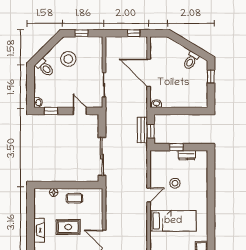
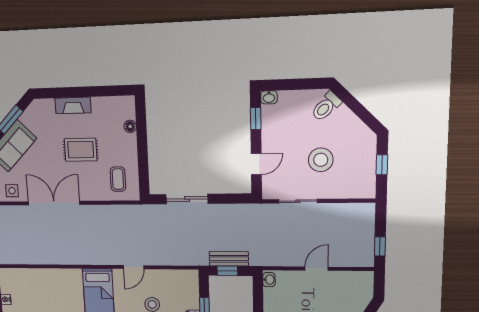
stool: (68, 59) -> (321, 160), moved
door: (149, 73) -> (317, 269), width x0.53
sliding door: (102, 157) -> (187, 199), width x0.73
door: (149, 195) -> (134, 267), hinge flipped
coffee table: (74, 198) -> (118, 179), moved
rug: (68, 227) -> (81, 150), turned 90

